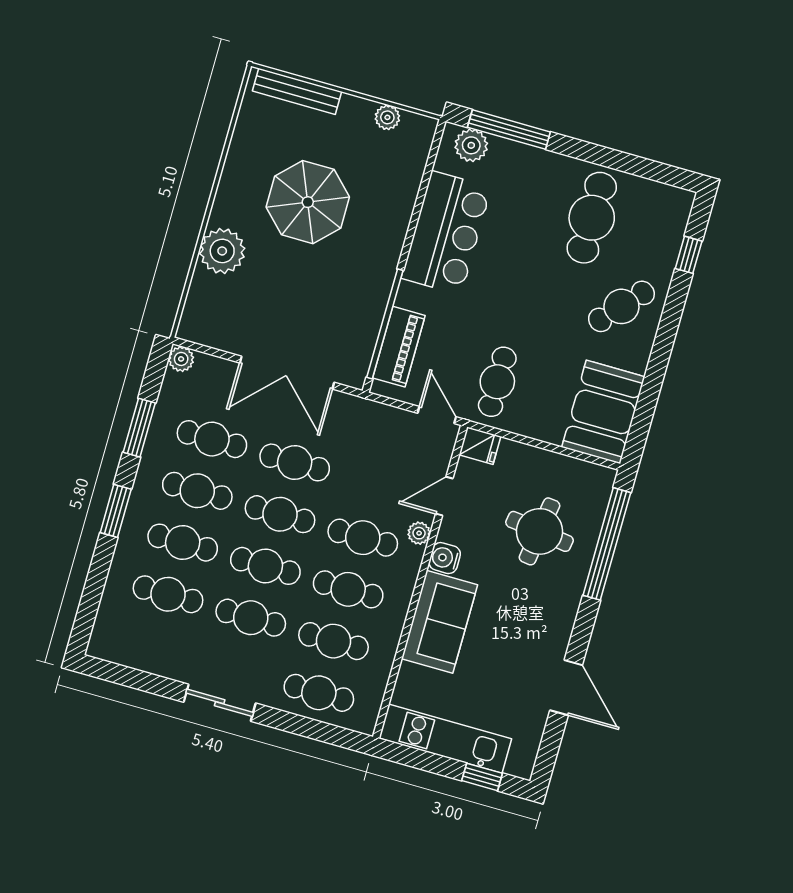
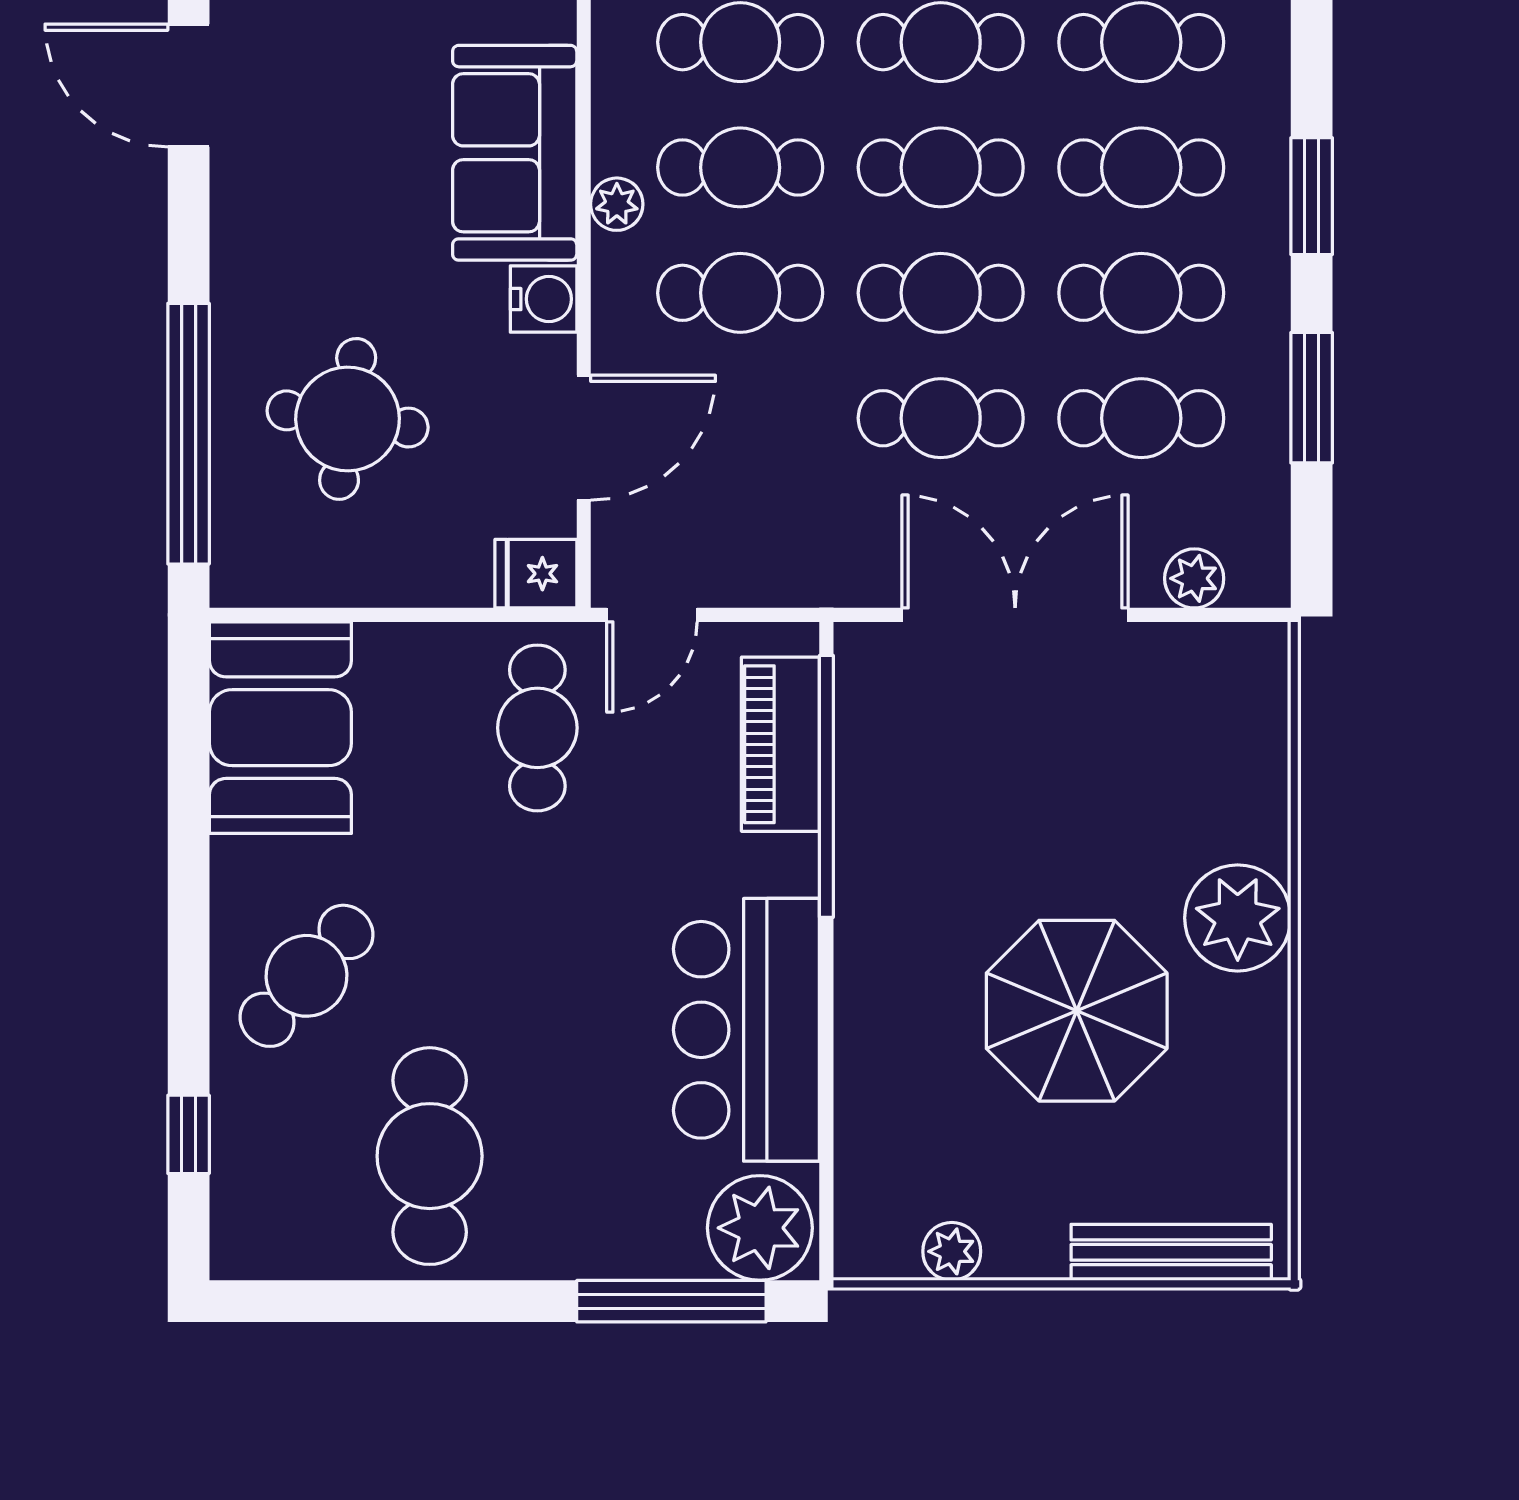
plant: (471, 145) -> (760, 1228), width x1.36, depth x1.36
plant: (222, 251) -> (1238, 918), moved
plant: (181, 359) -> (1194, 578), moved
door: (437, 415) -> (652, 615), hinge flipped
door: (444, 496) -> (584, 438), width x1.38
plant: (419, 533) -> (617, 204), moved

